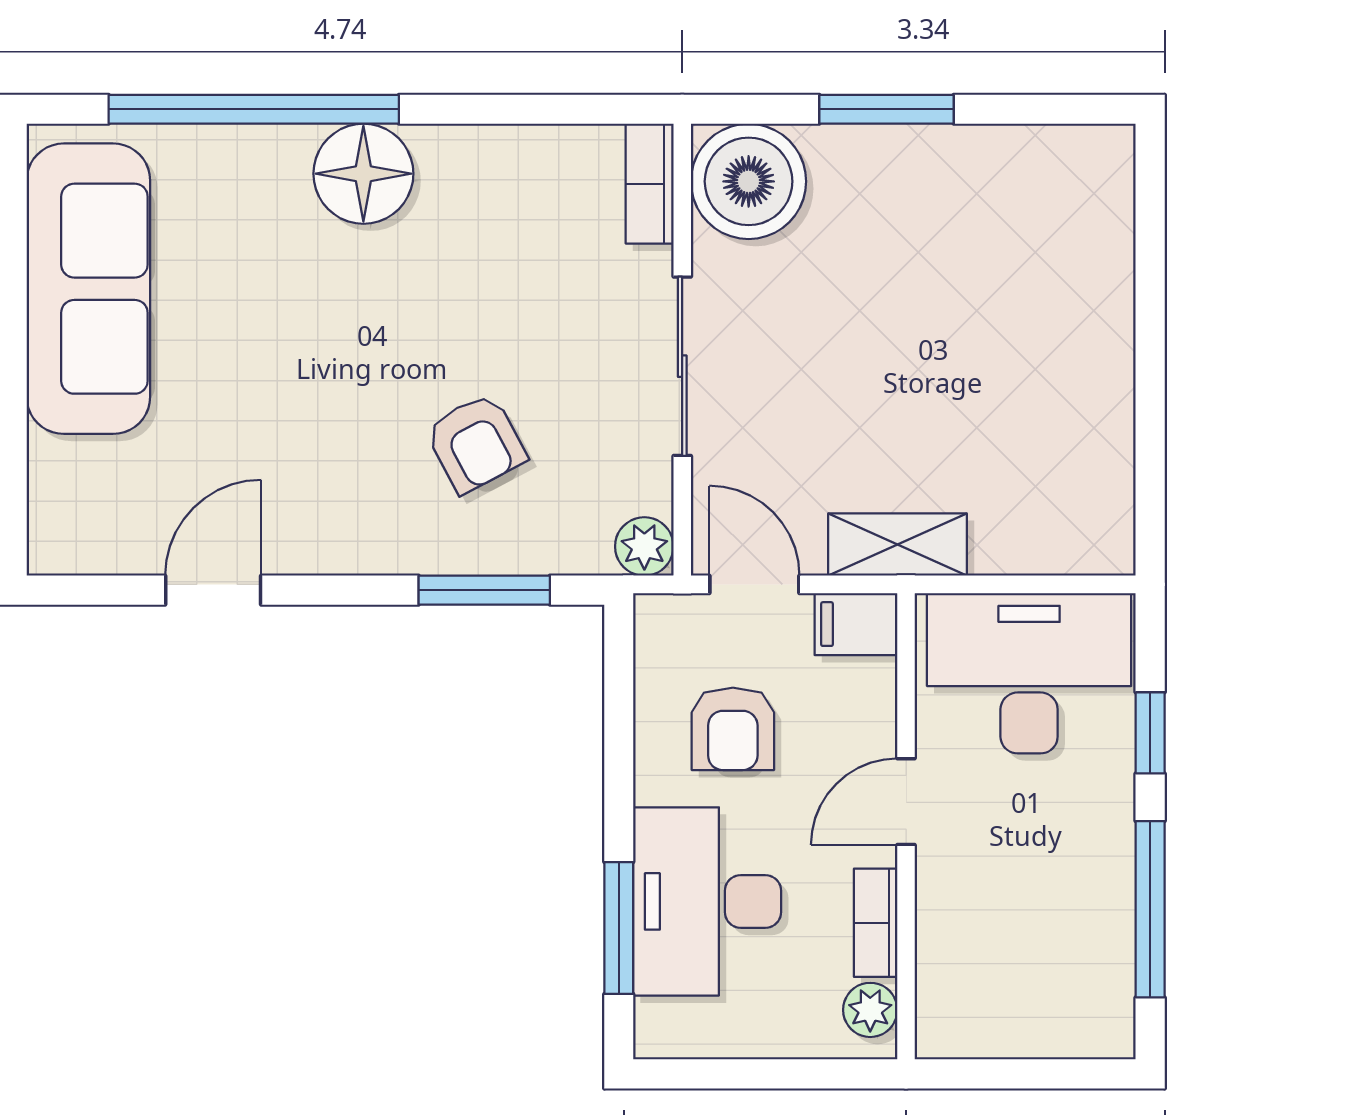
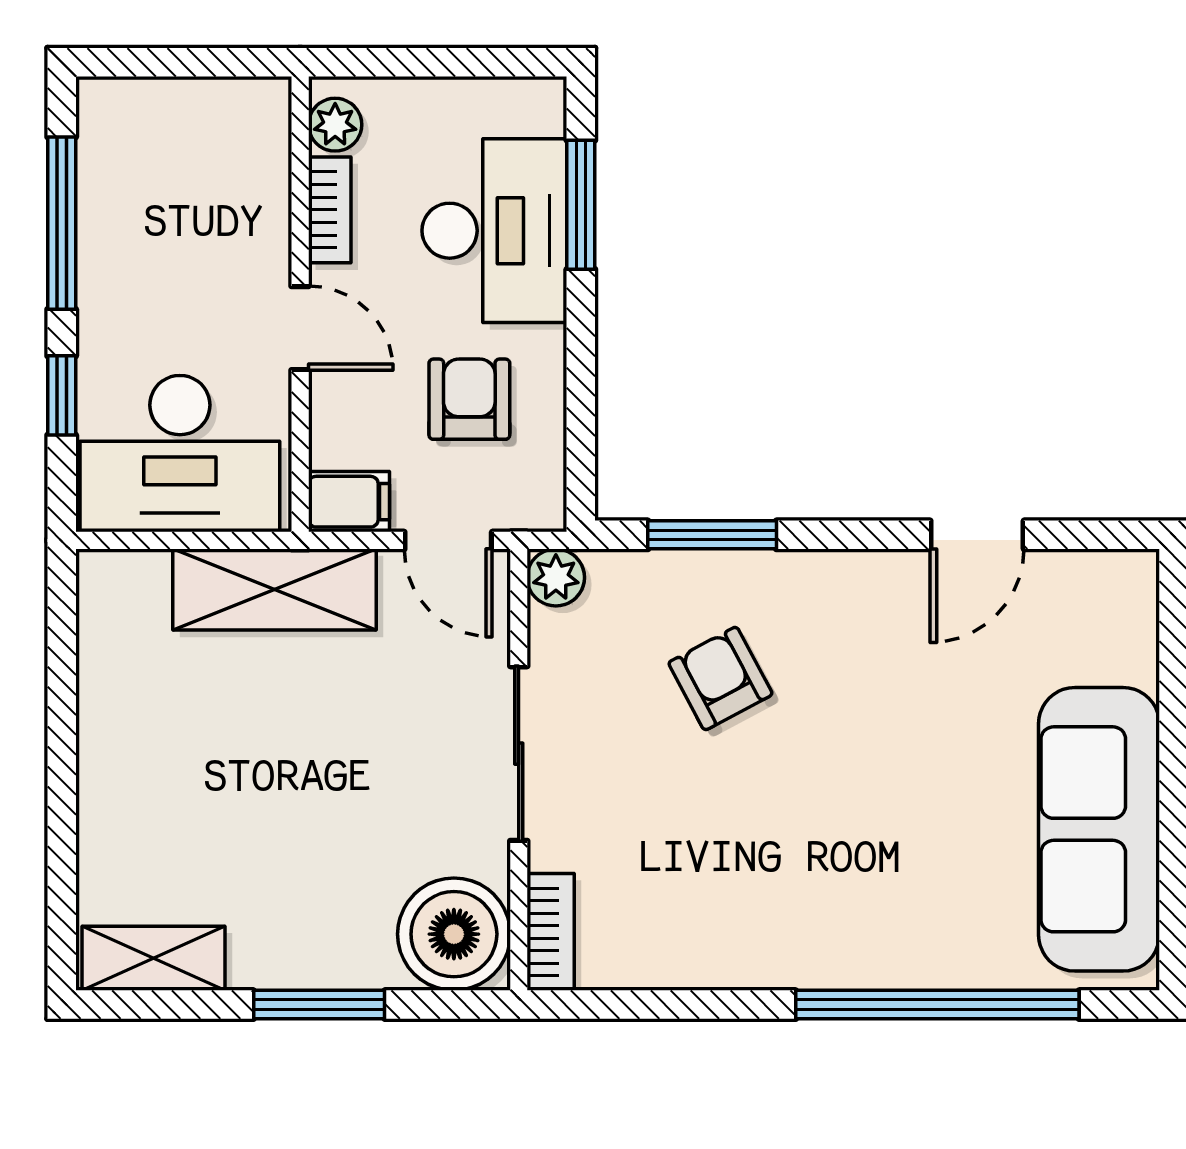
shelving: (1056, 157) -> (153, 958), added
floor lamp: (363, 174) -> (830, 942), removed
shelving: (898, 545) -> (275, 590), width x1.50, depth x1.33
door: (906, 802) -> (300, 328), hinge flipped

